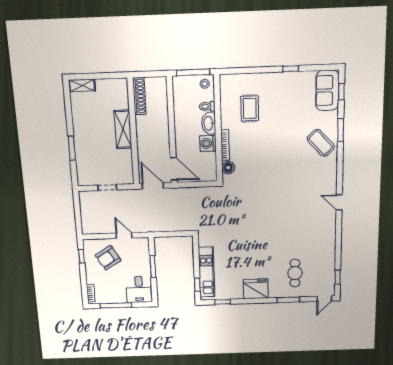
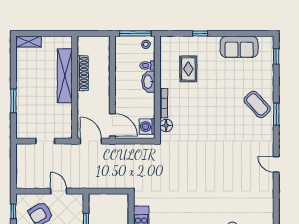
window: (291, 69) -> (200, 33), moved
sofa: (327, 90) -> (239, 47), moved, turned -90
shoe rack: (139, 96) -> (83, 73), moved
shelving: (123, 129) -> (65, 76), width x1.47
window: (341, 130) -> (276, 114), moved
washing machine: (208, 143) -> (147, 127), moved

